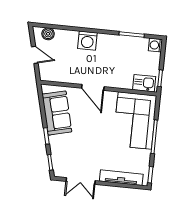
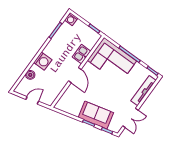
boiler: (48, 34) -> (30, 75), moved
kitchen sink: (144, 83) -> (82, 54), moved
door: (93, 87) -> (75, 75), hinge flipped
sofa: (57, 113) -> (96, 115), moved

